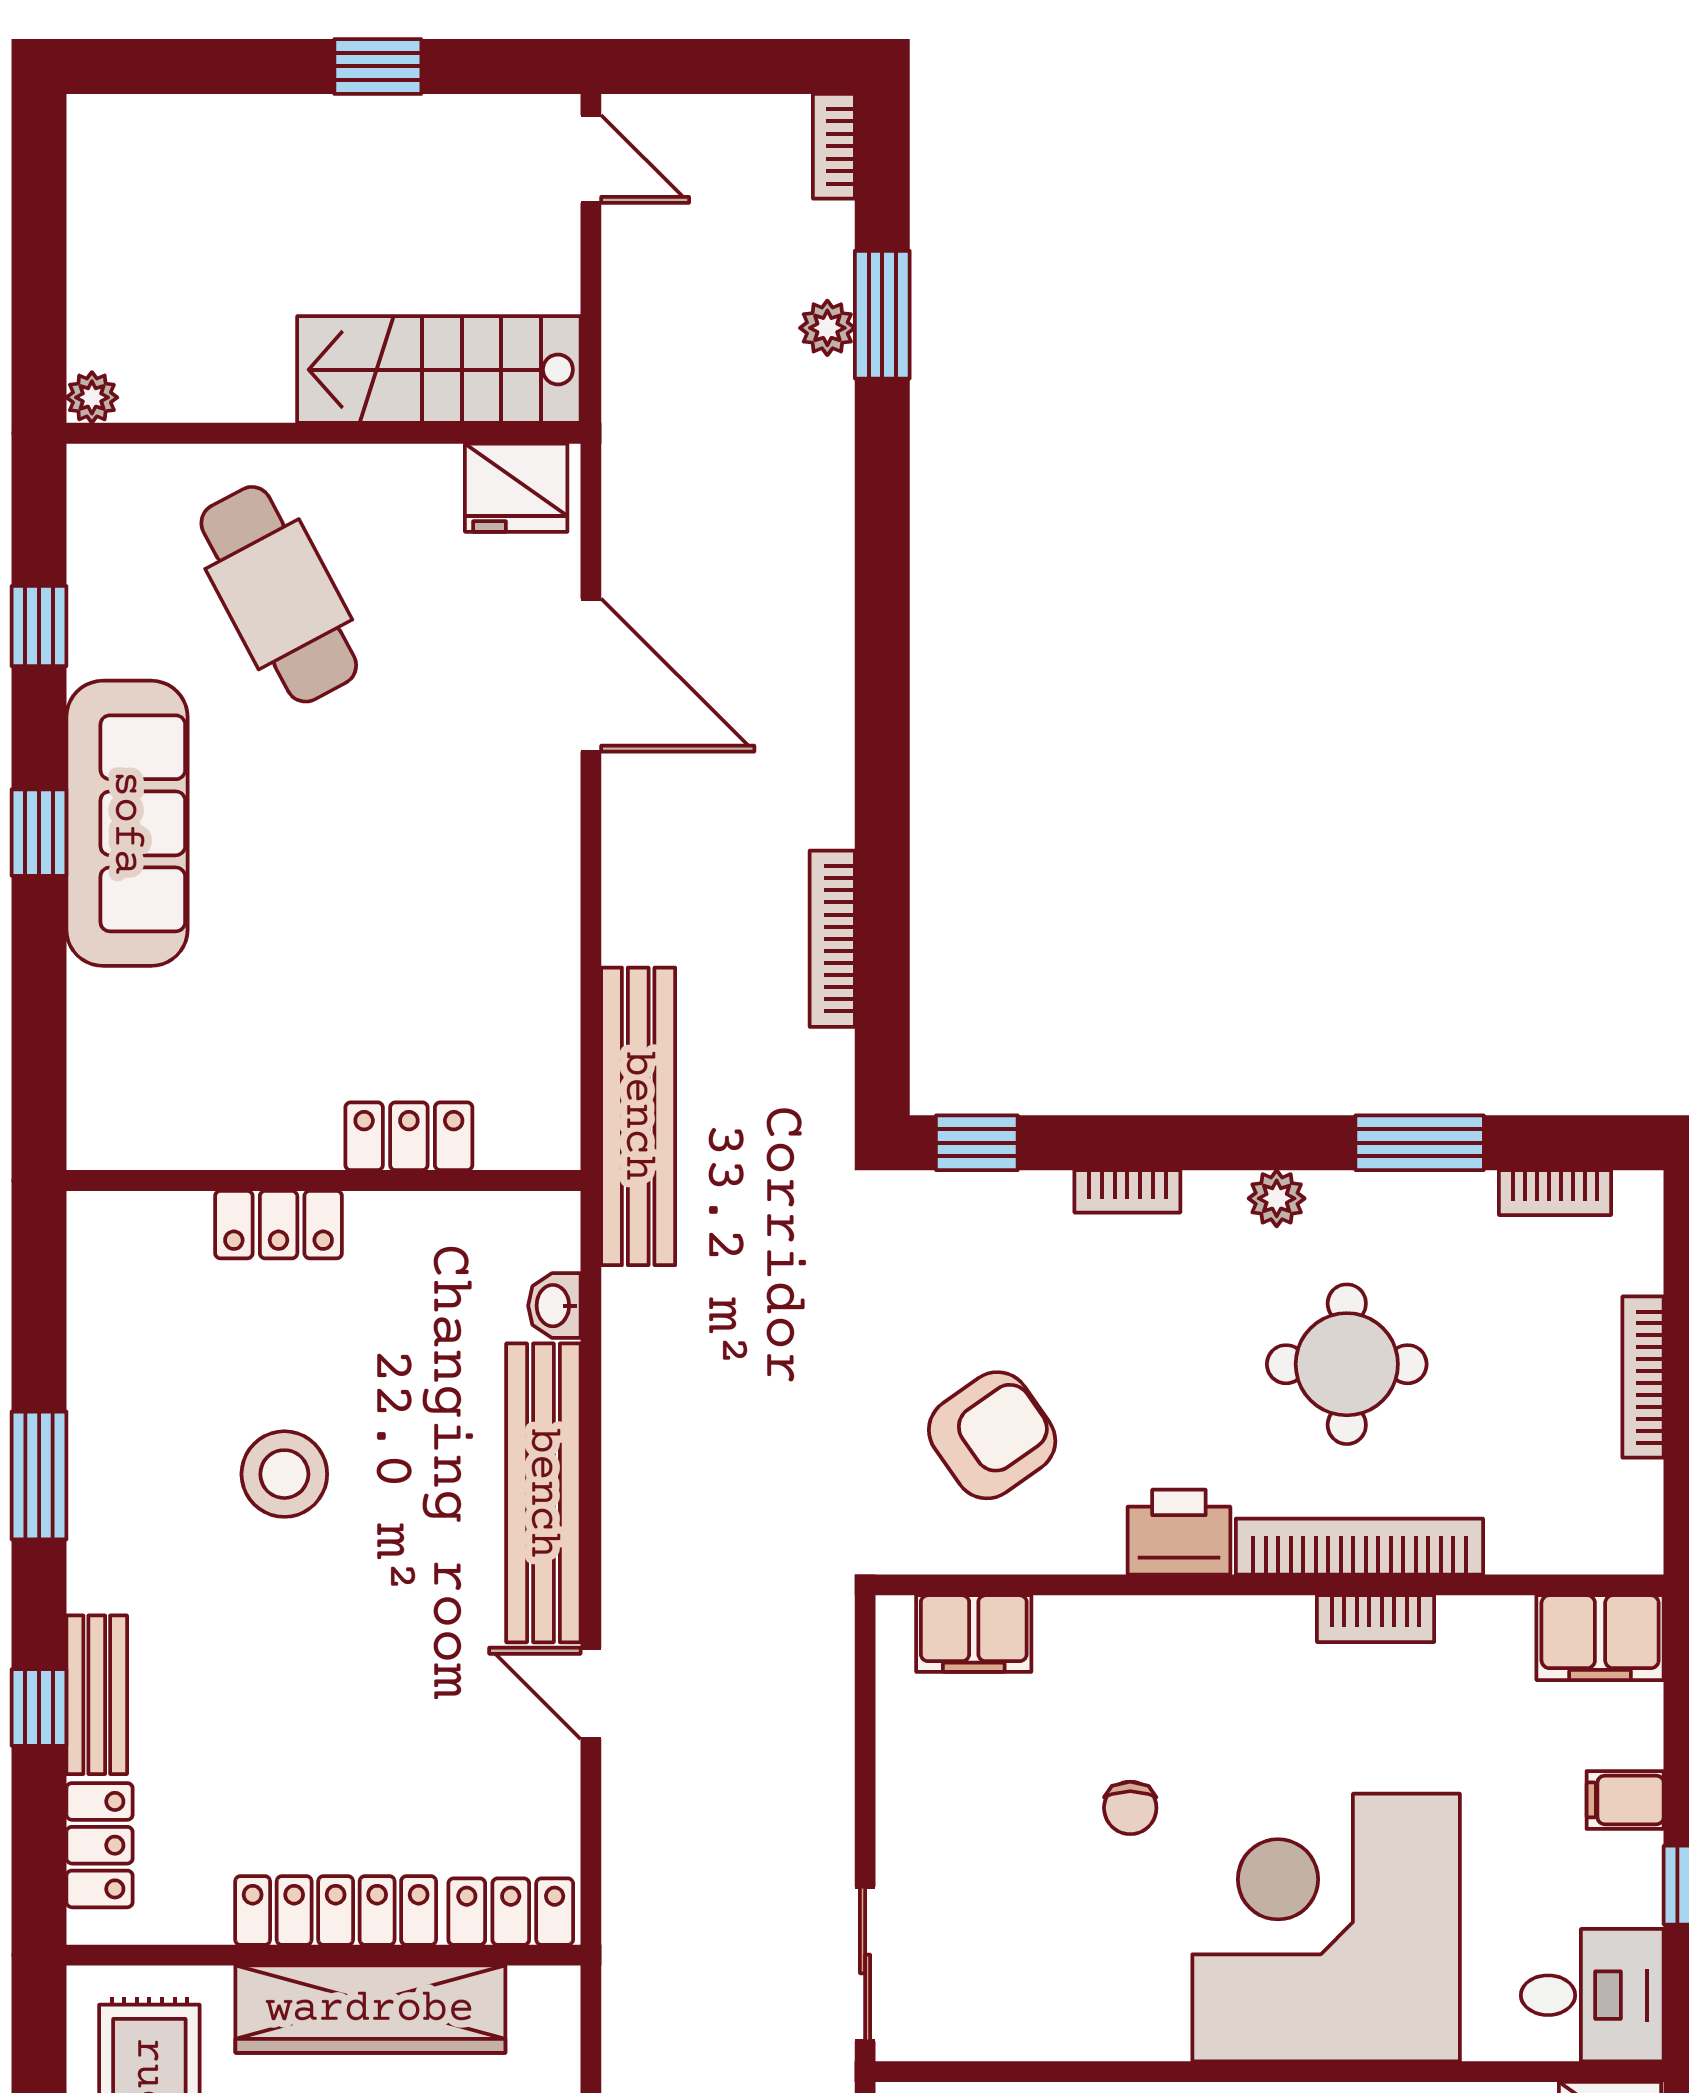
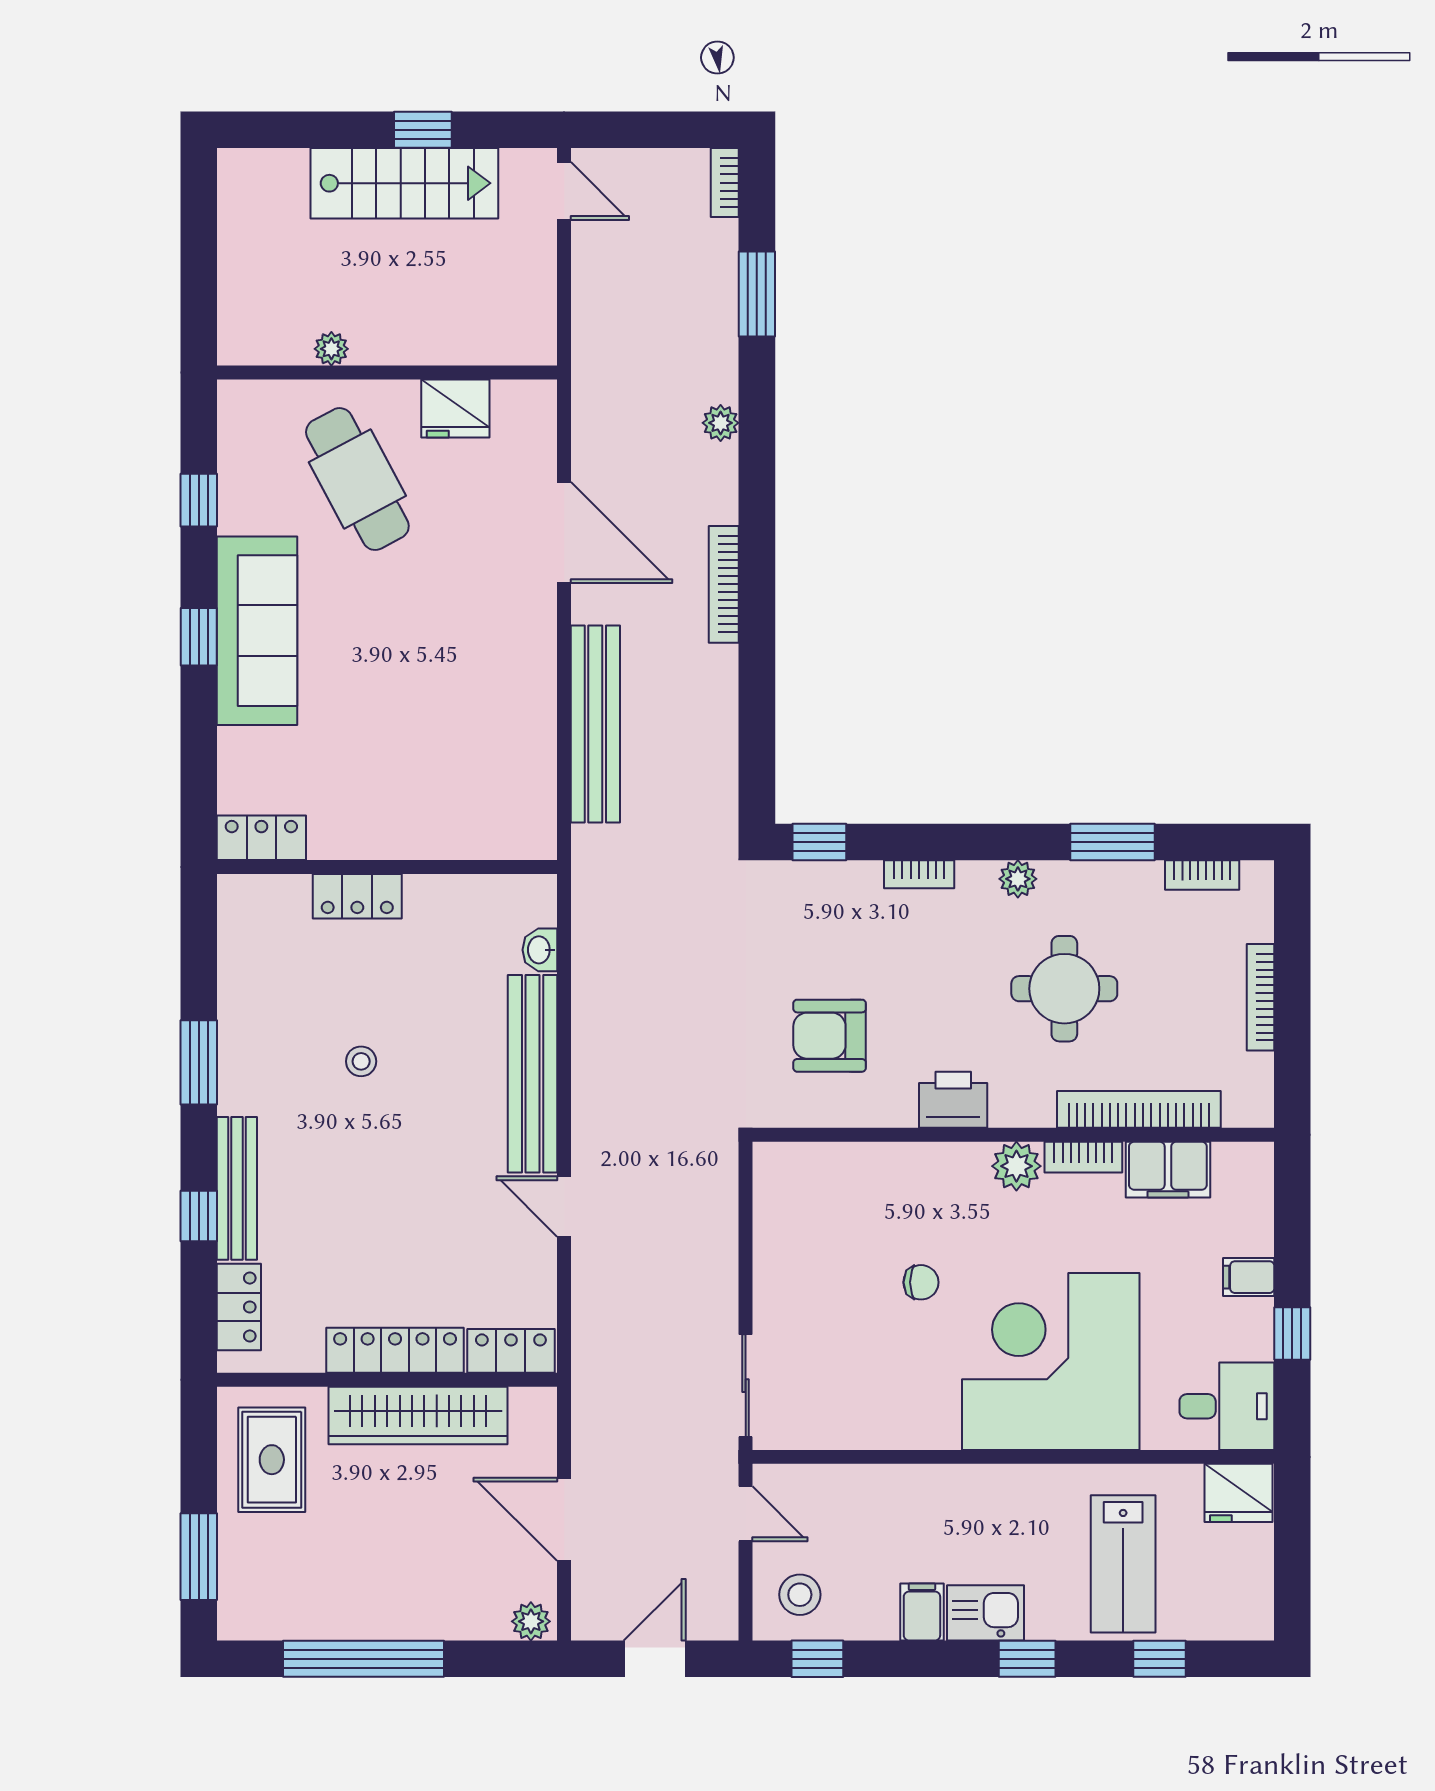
plant: (827, 328) -> (721, 423), moved
stairs: (439, 370) -> (404, 183), moved, turned 180
plant: (92, 397) -> (331, 349), moved
fridge: (516, 488) -> (455, 408), moved
bookcase: (832, 939) -> (724, 584), moved
bench: (638, 1116) -> (595, 724), moved
locker: (409, 1136) -> (261, 838), moved
armchair: (992, 1435) -> (830, 1036), turned -145
stool: (284, 1474) -> (361, 1061), width x0.53, depth x0.53
bookcase: (1359, 1547) -> (1139, 1109), moved
plant: (1274, 1632) -> (1016, 1166), added
filing cabinet: (974, 1634) -> (817, 1167), removed
filing cabinet: (1600, 1638) -> (1168, 1170), moved
bench: (97, 1695) -> (237, 1188), width x1.36
chair: (1130, 1808) -> (921, 1282), turned -90

